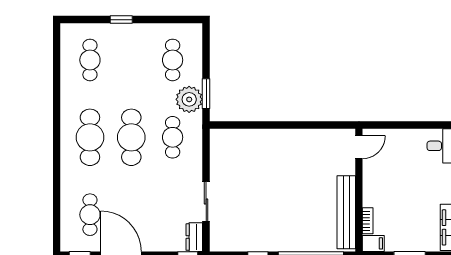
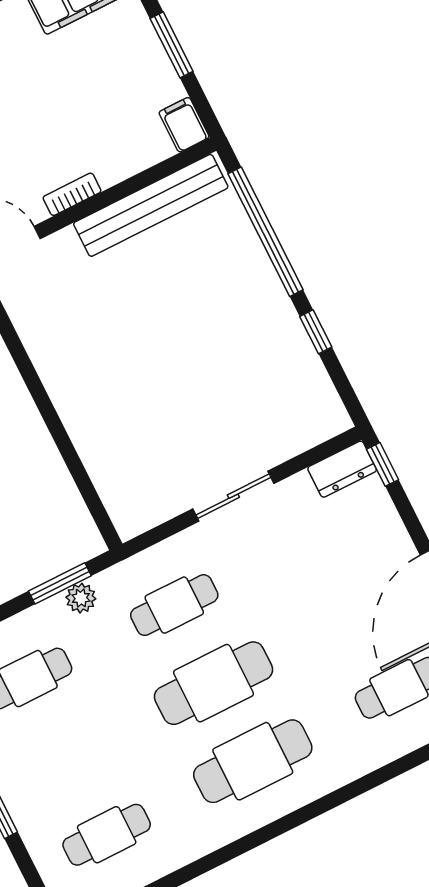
plant: (189, 99) -> (81, 598), width x0.53, depth x0.53
sliding door: (206, 202) -> (233, 496), moved
bookcase: (368, 221) -> (72, 194), moved

